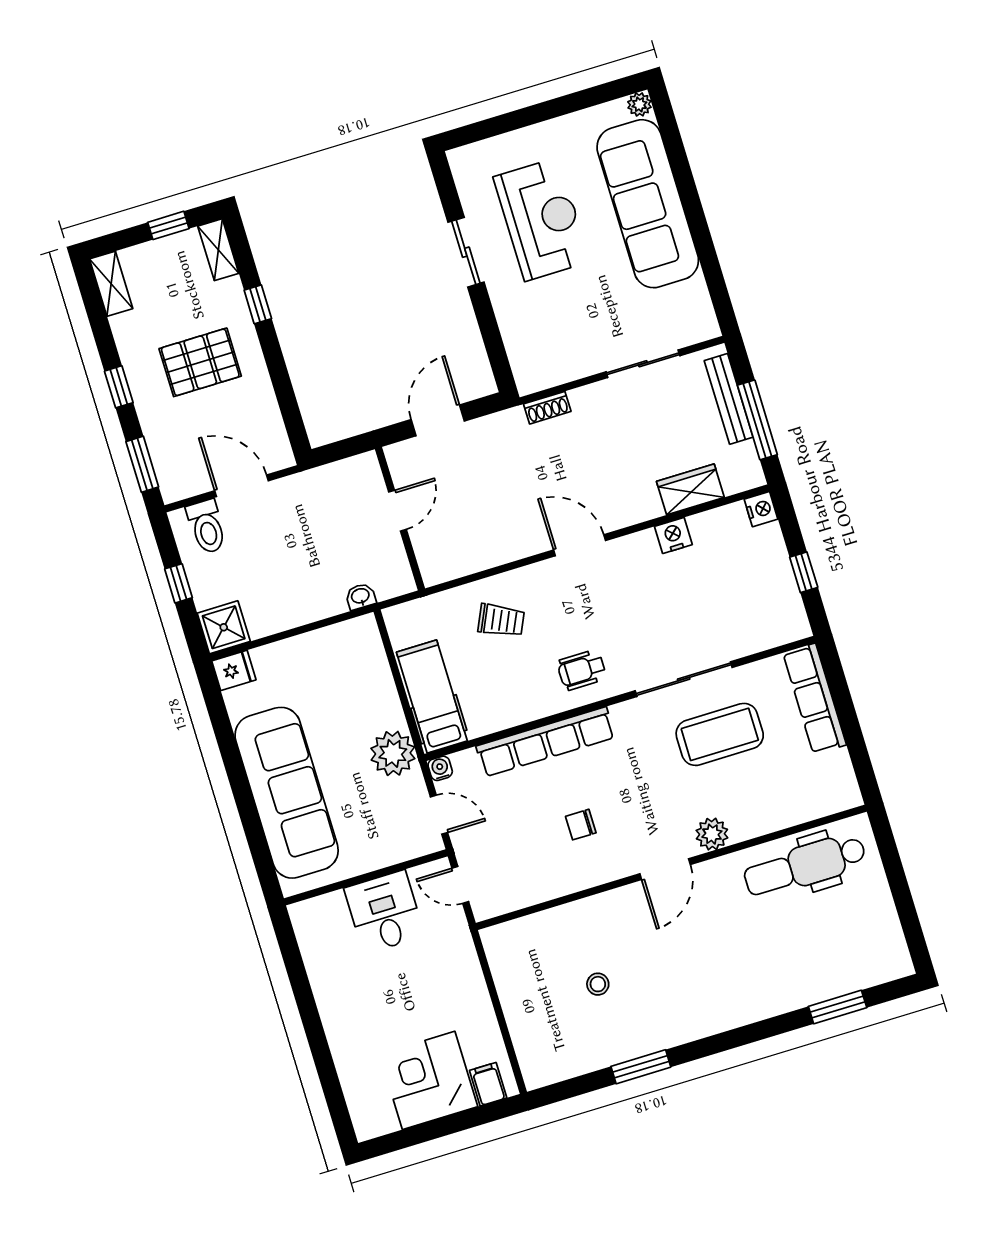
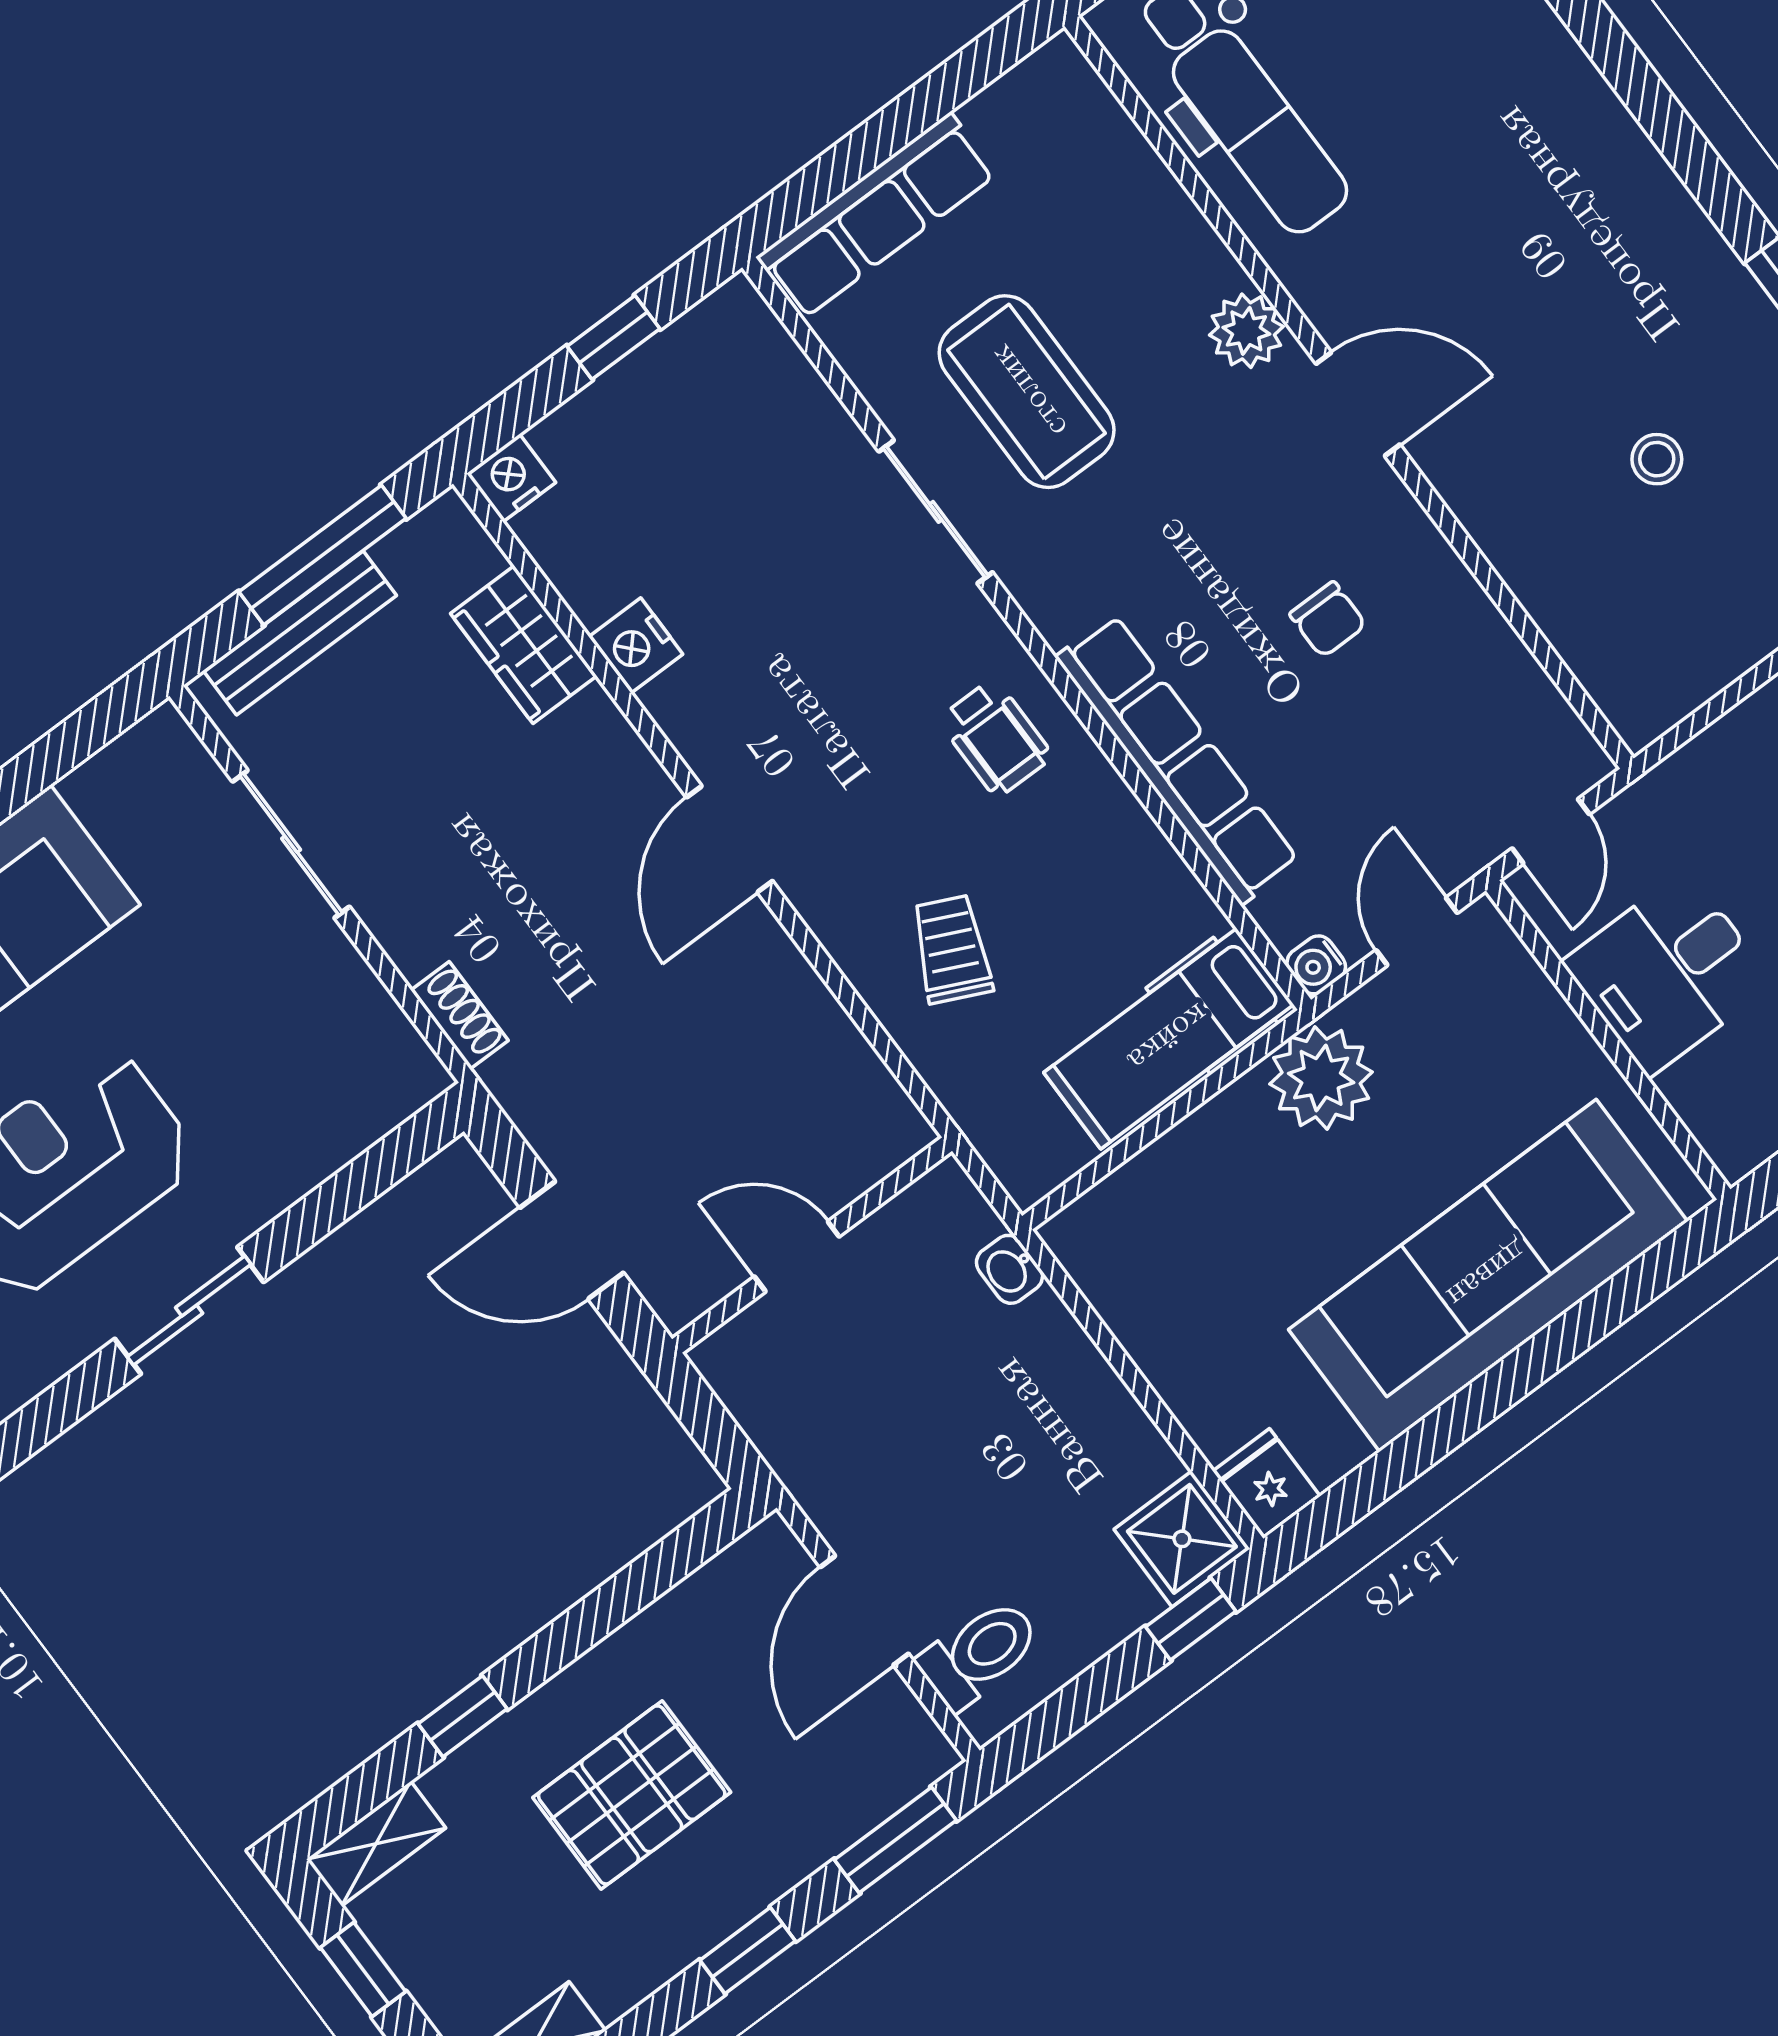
pallet: (200, 362) -> (632, 1795), turned 90
window: (178, 583) -> (1191, 1619), moved
sliding door: (684, 679) -> (936, 512), width x0.73

